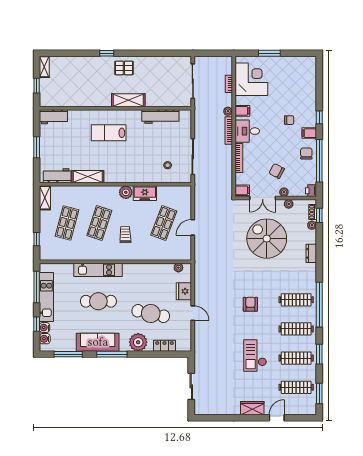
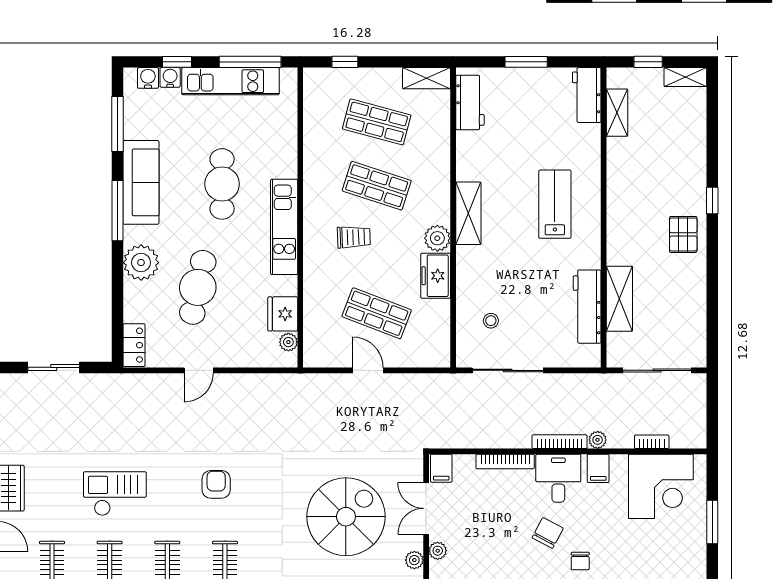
shelving: (128, 100) -> (619, 299), moved
shelving: (62, 101) -> (617, 113), added
chair: (277, 171) -> (548, 533), moved
shelving: (88, 177) -> (468, 213), moved
kitchen unit: (98, 270) -> (284, 227), moved
fridge: (184, 291) -> (283, 314), moved, turned -90
armchair: (250, 304) -> (216, 484), turned -90
locker: (164, 346) -> (134, 345), moved

